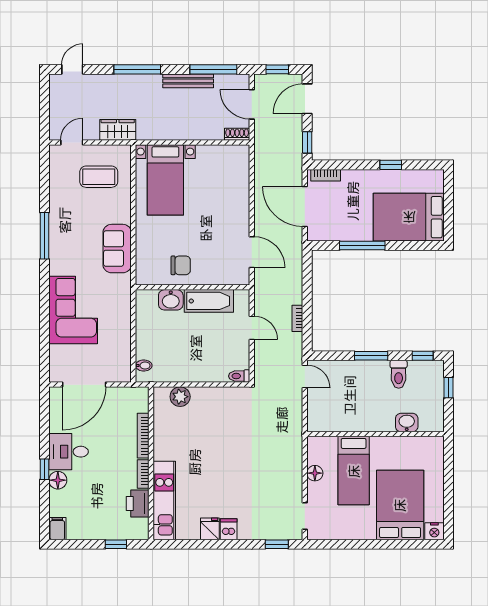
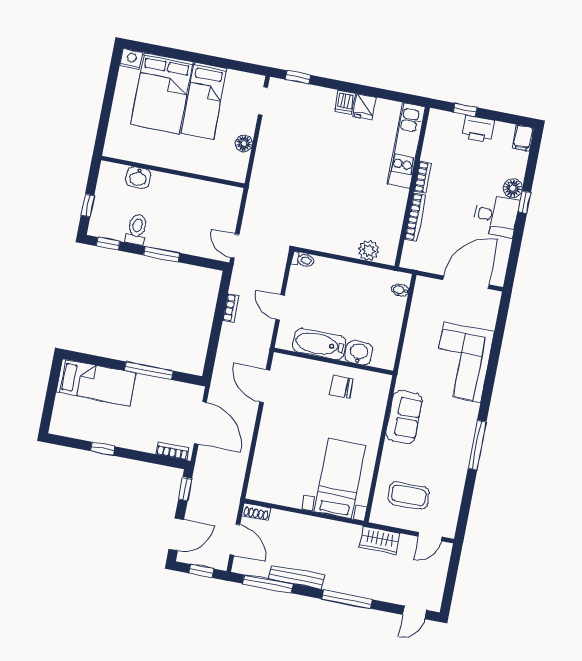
bed: (409, 217) -> (96, 382), width x0.67
bed: (354, 471) -> (204, 101), moved, turned 180
printer: (138, 503) -> (478, 129), moved, turned 90

